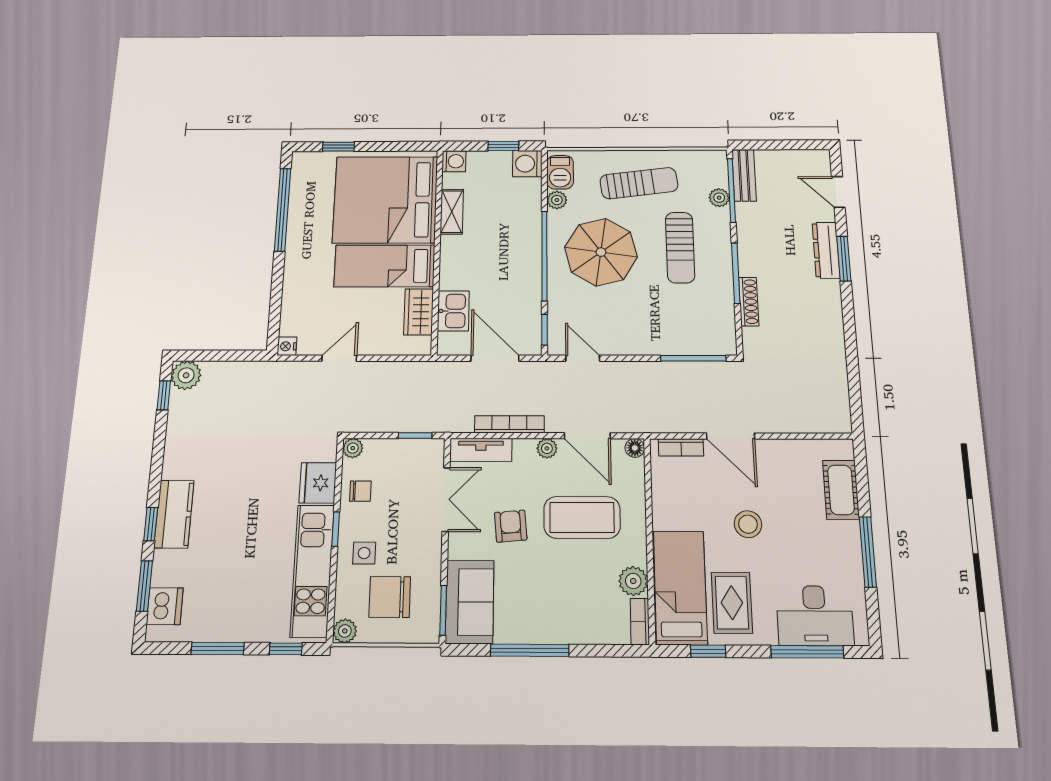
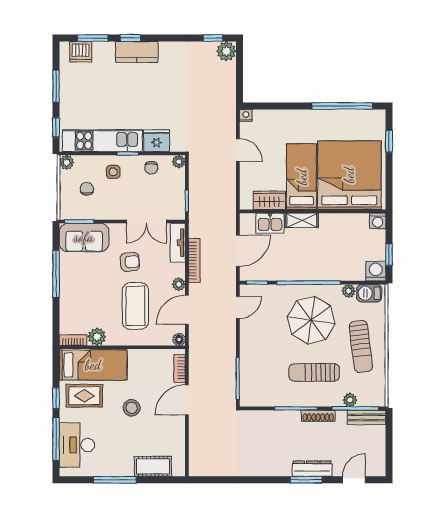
shelving: (452, 212) -> (302, 220), moved
shoe rack: (749, 302) -> (318, 416), moved
chair: (390, 597) -> (87, 189), width x0.54, depth x0.54
window: (708, 651) -> (56, 398), moved

